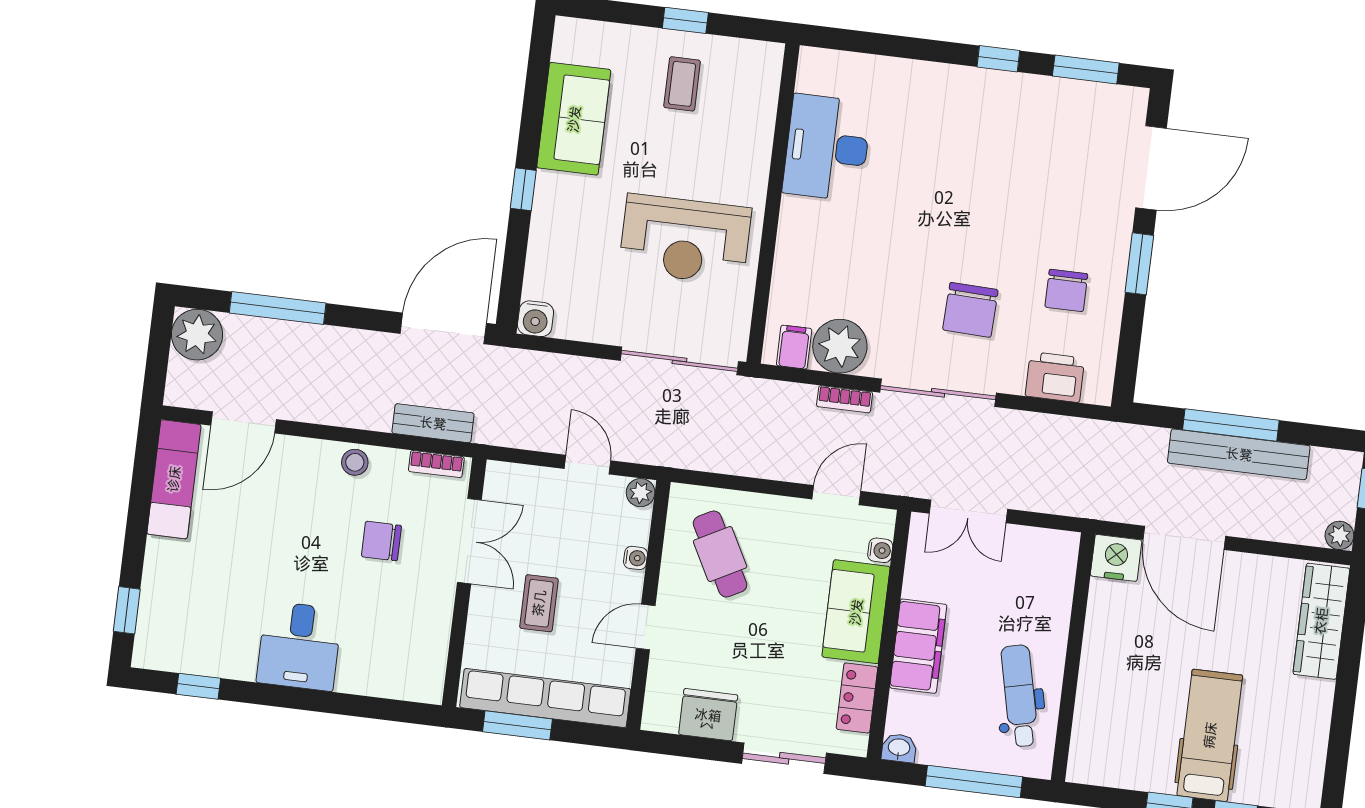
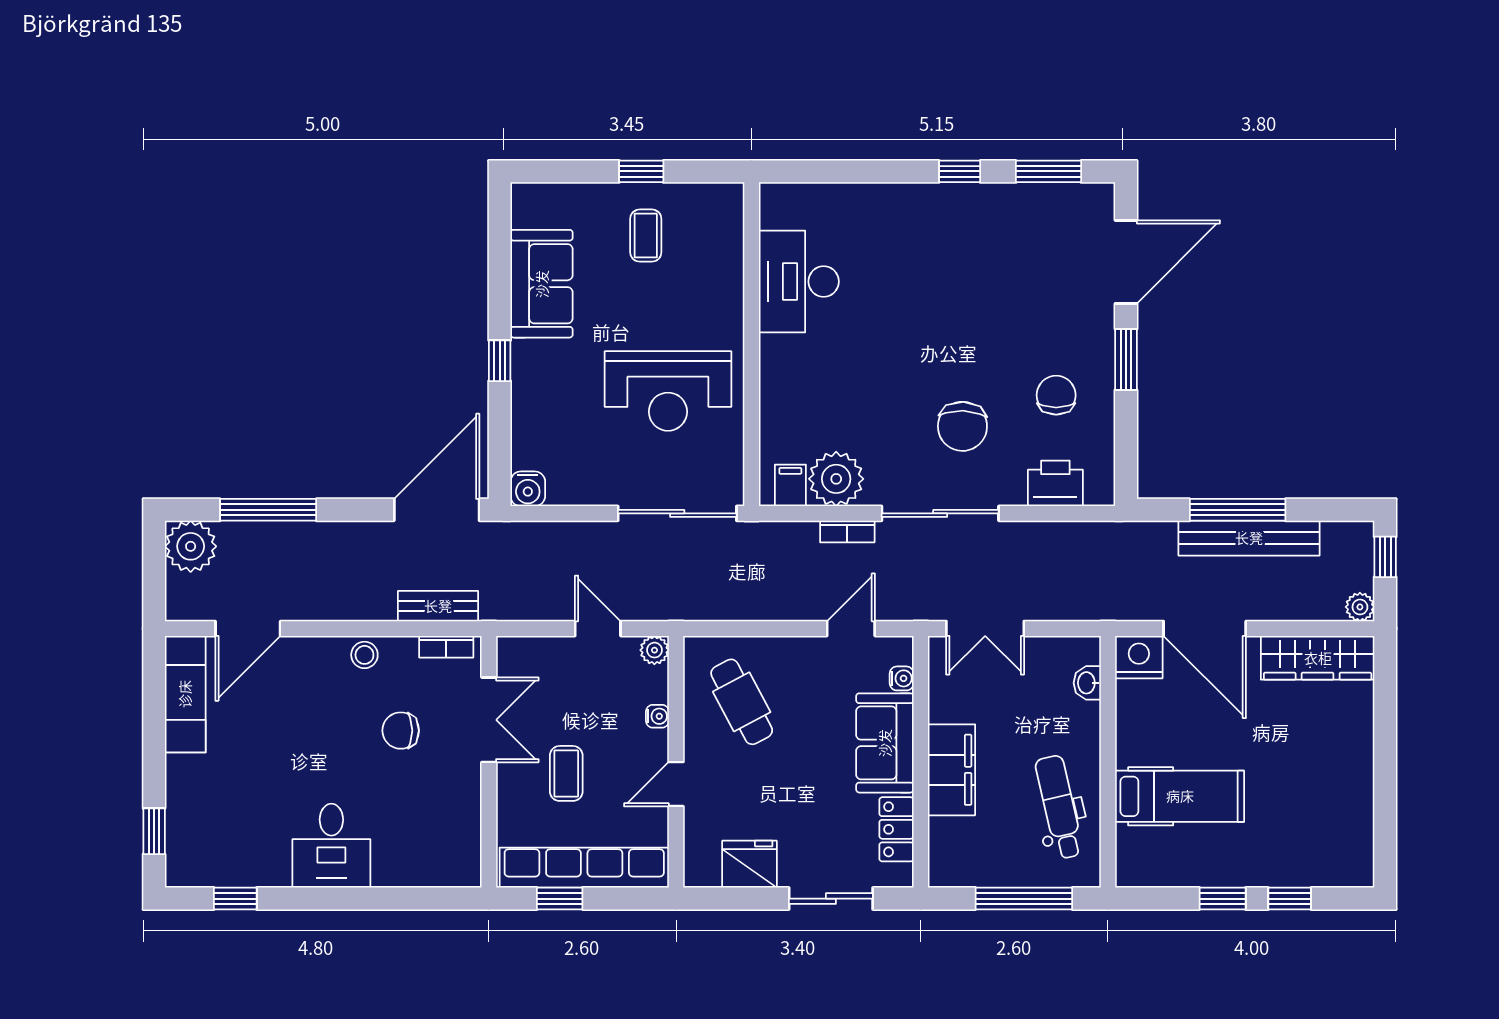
chair: (1066, 290) -> (1056, 395), turned 180
wardrobe: (1321, 621) -> (1318, 658), moved, turned -90
window: (517, 725) -> (560, 899), width x0.67
hospital bed: (1210, 735) -> (1180, 796), moved, turned 90
washbasin: (899, 748) -> (1087, 683), moved, turned -90

